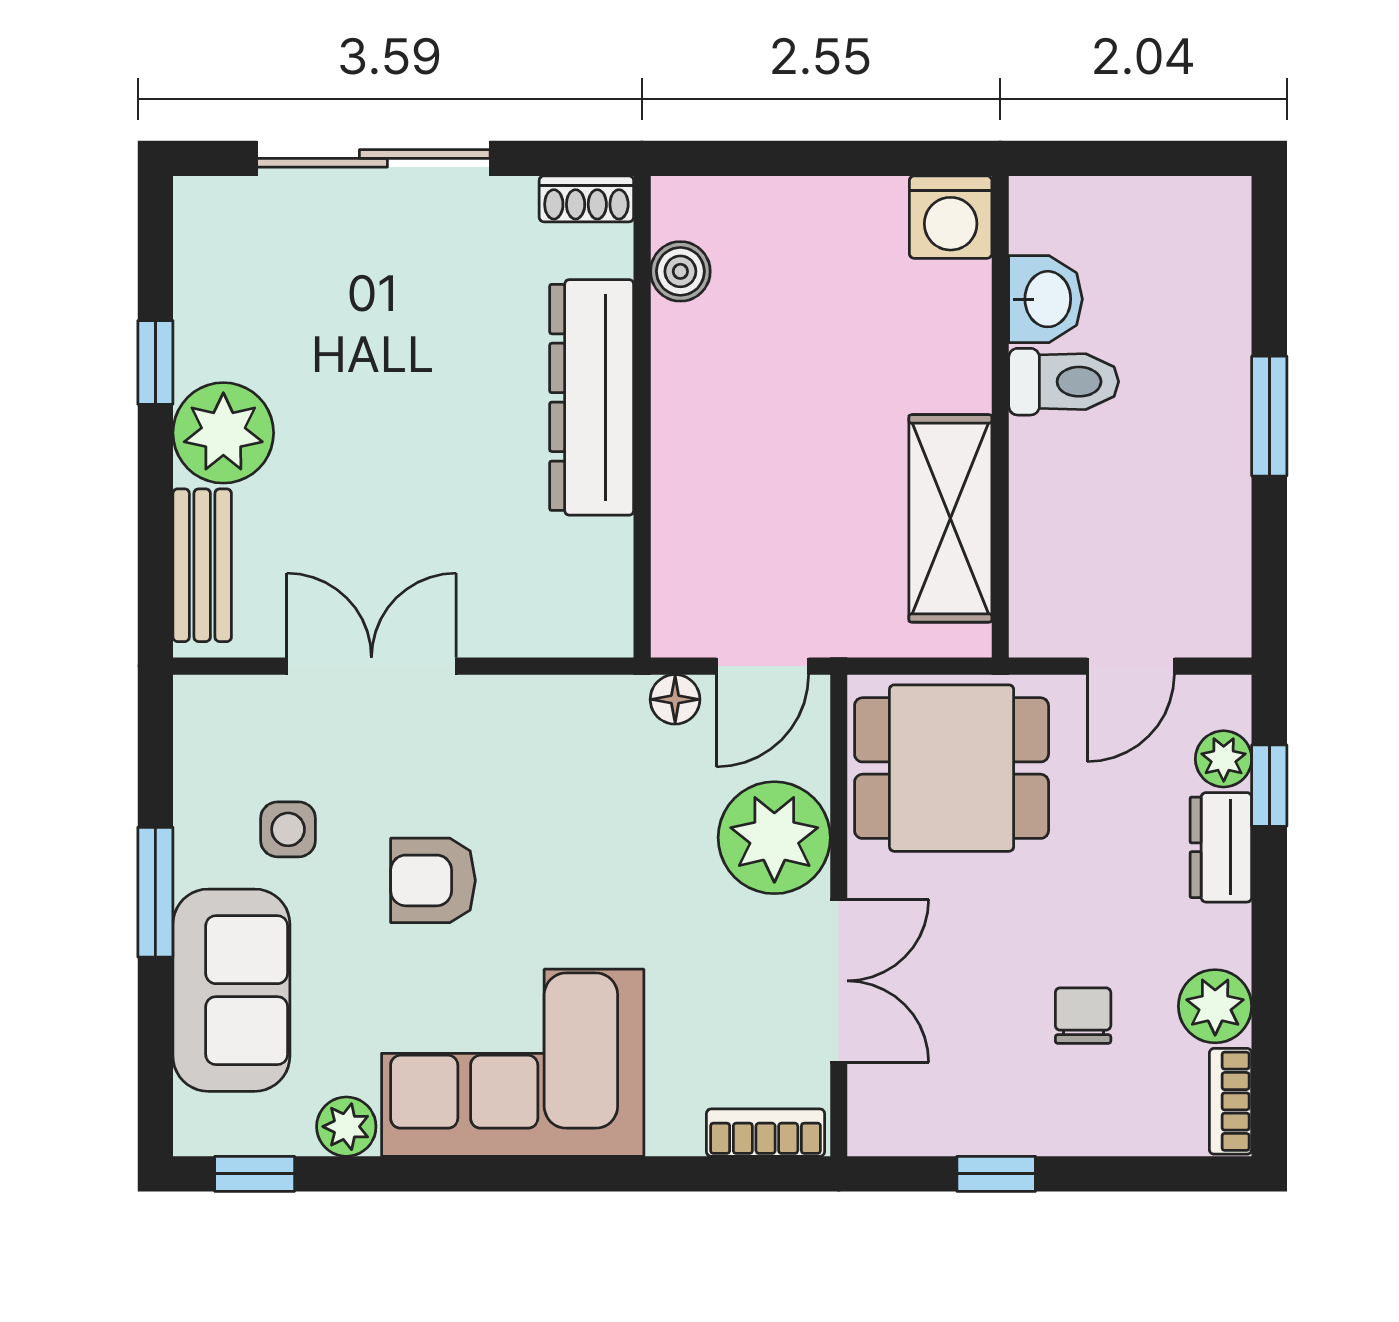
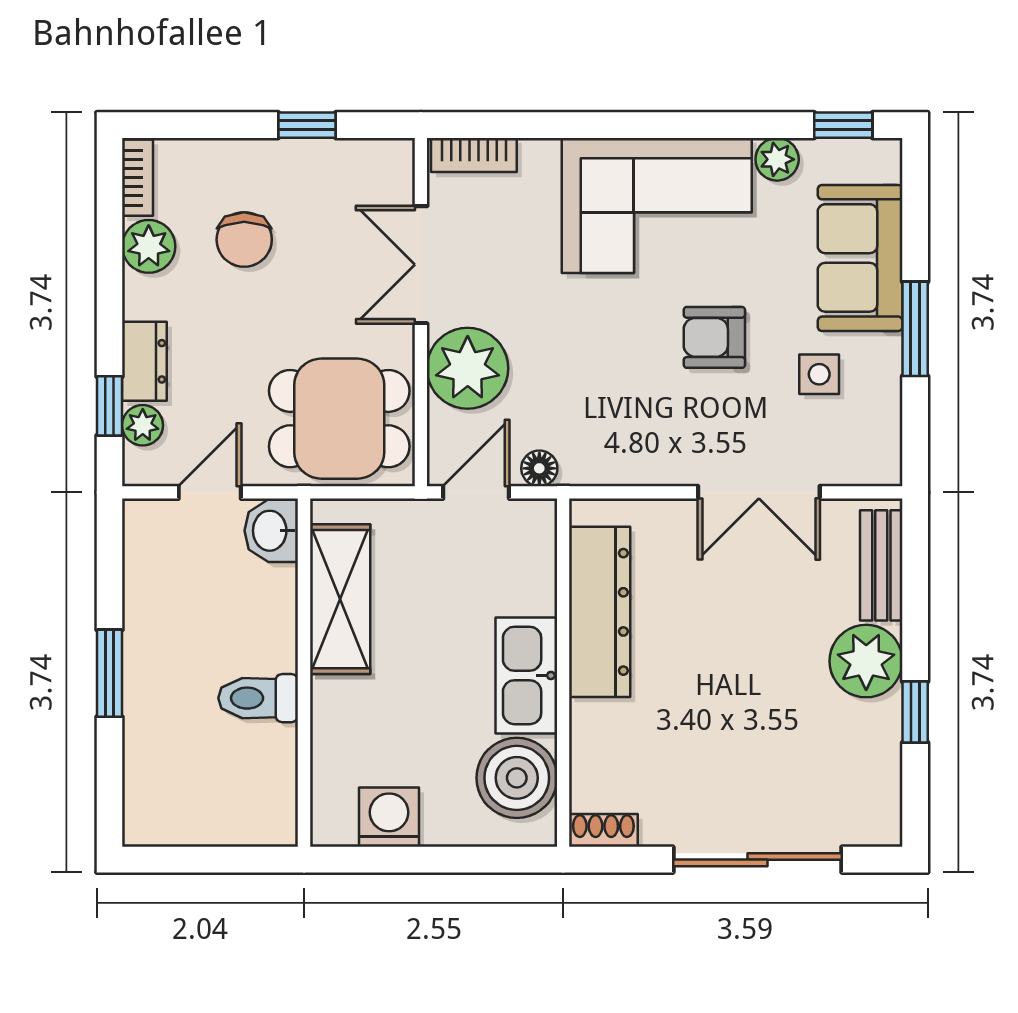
washing machine: (951, 217) -> (389, 817), moved
boiler: (680, 271) -> (517, 778), width x1.86, depth x1.86
washbasin: (1046, 299) -> (271, 531), moved
dresser: (592, 397) -> (600, 612), moved
kitchen sink: (693, 413) -> (526, 675), added
armchair: (433, 880) -> (714, 337), turned 180
chair: (1083, 1016) -> (244, 240), width x1.37, depth x1.37

